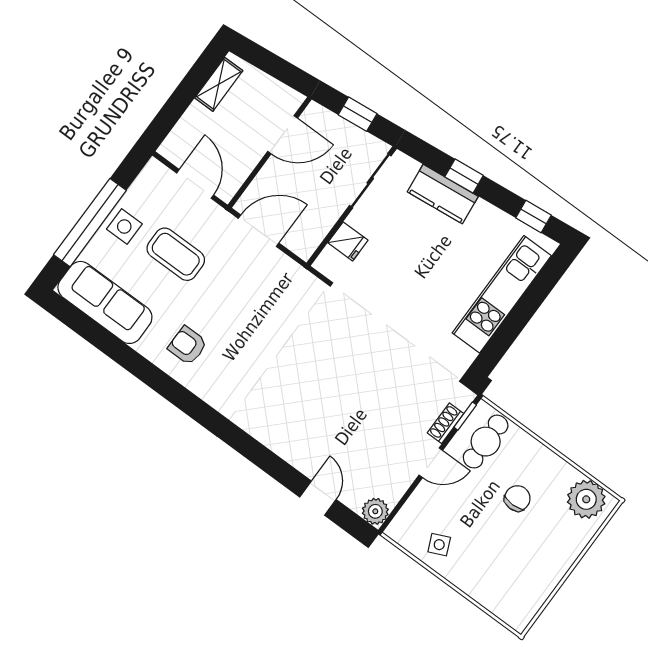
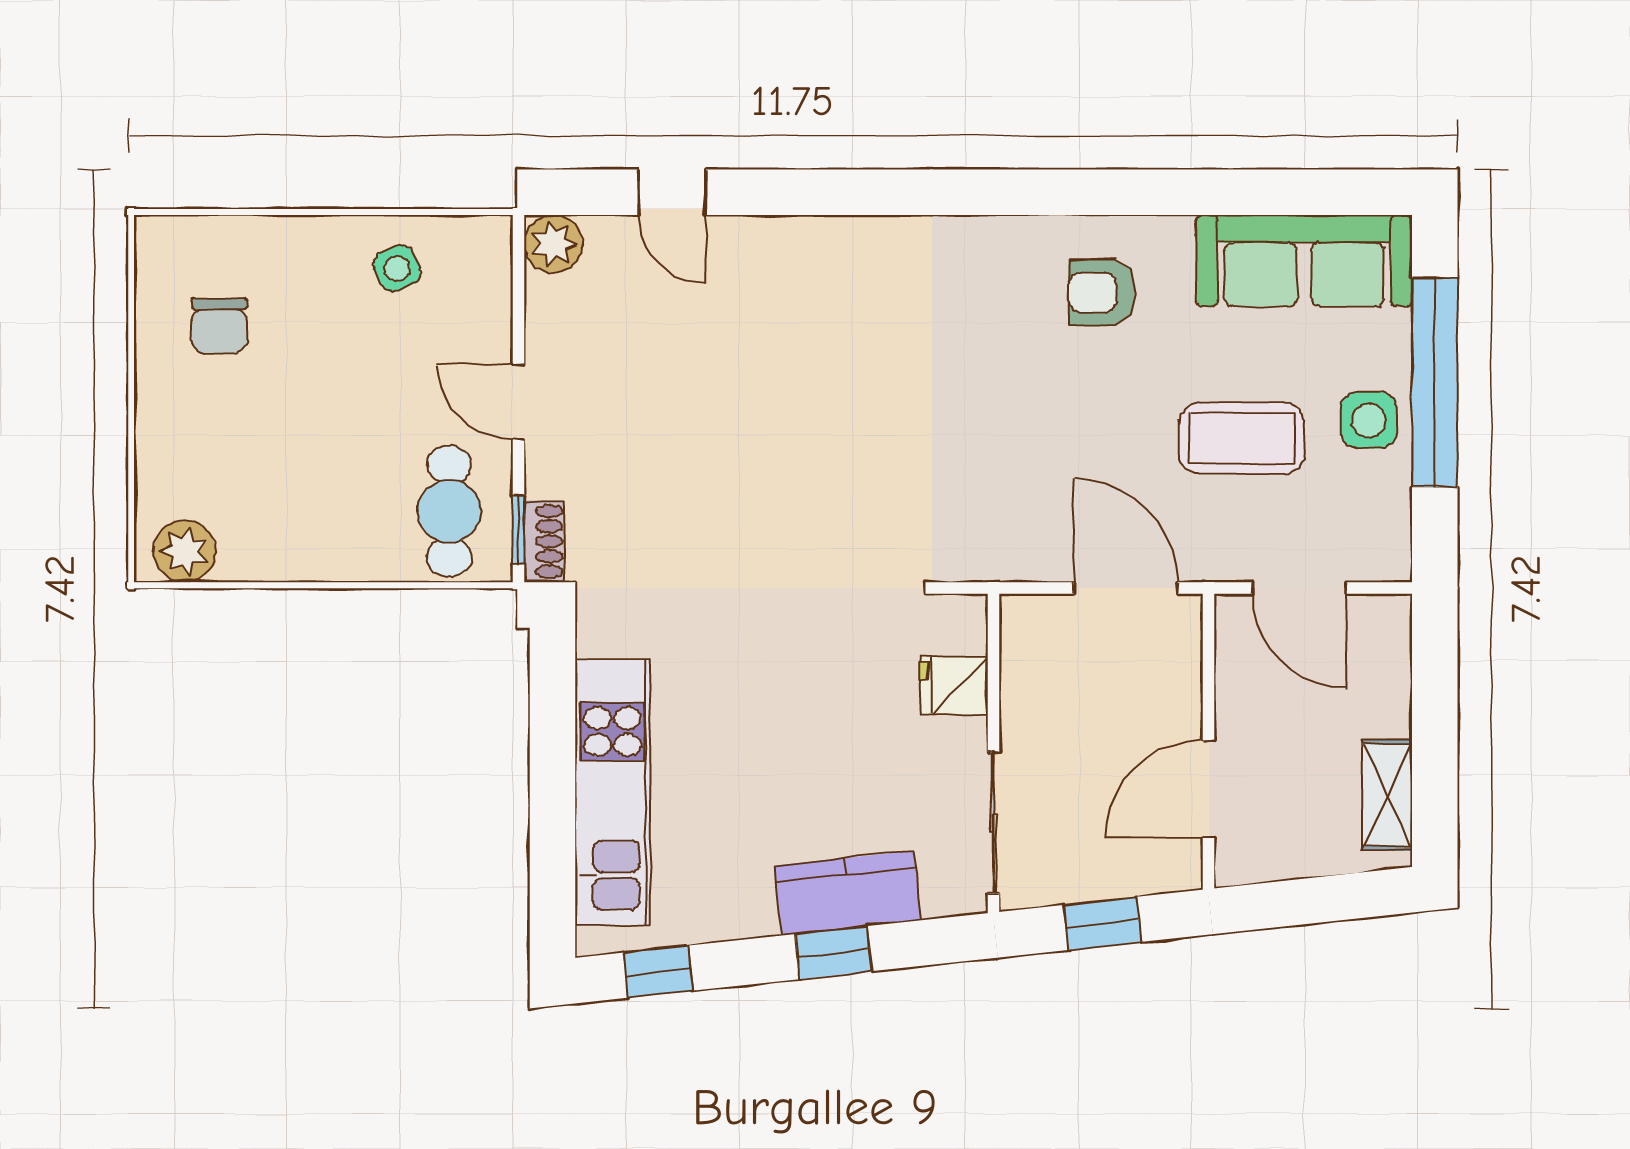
door: (259, 231) -> (1126, 588), swing flipped
armchair: (188, 345) -> (1102, 292), turned 180
shoe rack: (445, 423) -> (544, 541), moved
door: (431, 463) -> (519, 402), hinge flipped
chair: (517, 498) -> (219, 326), moved
plant: (586, 499) -> (185, 551), width x0.73, depth x0.73

